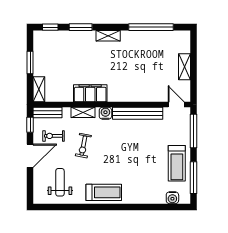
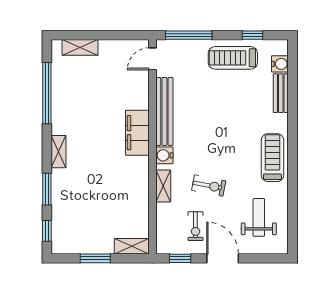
shelving: (184, 67) -> (80, 47), moved
filing cabinet: (90, 93) -> (137, 133), moved
bench: (47, 112) -> (281, 93), moved
treadmill: (177, 163) -> (233, 58), turned 180
window: (194, 178) -> (253, 35), width x0.46
weight bench: (60, 182) -> (259, 217), turned 90

